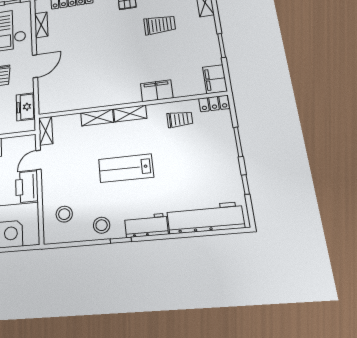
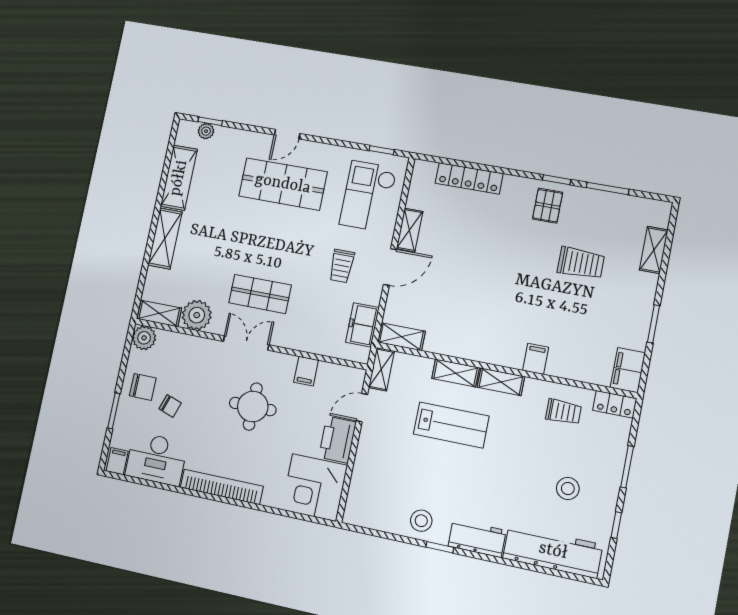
shelving: (41, 25) -> (410, 230), moved
filing cabinet: (157, 91) -> (536, 359), width x0.50
shelving: (54, 106) -> (401, 337), added
lab bench: (126, 168) -> (451, 425), moved, turned 180
stool: (64, 214) -> (568, 488), moved

